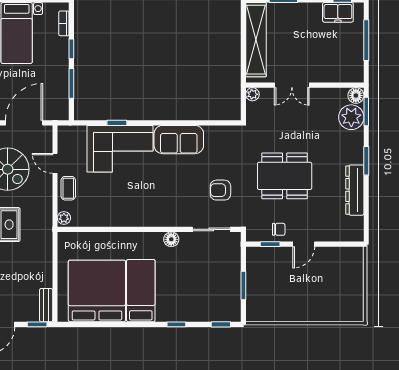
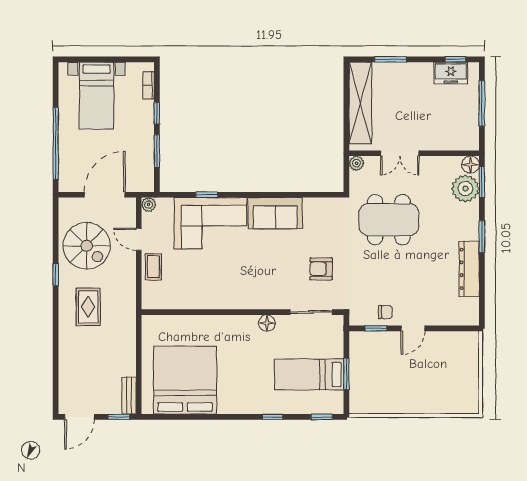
dining table: (285, 176) -> (389, 220), moved
plant: (64, 218) -> (149, 205), moved
bed: (141, 291) -> (309, 375), moved, turned -90

